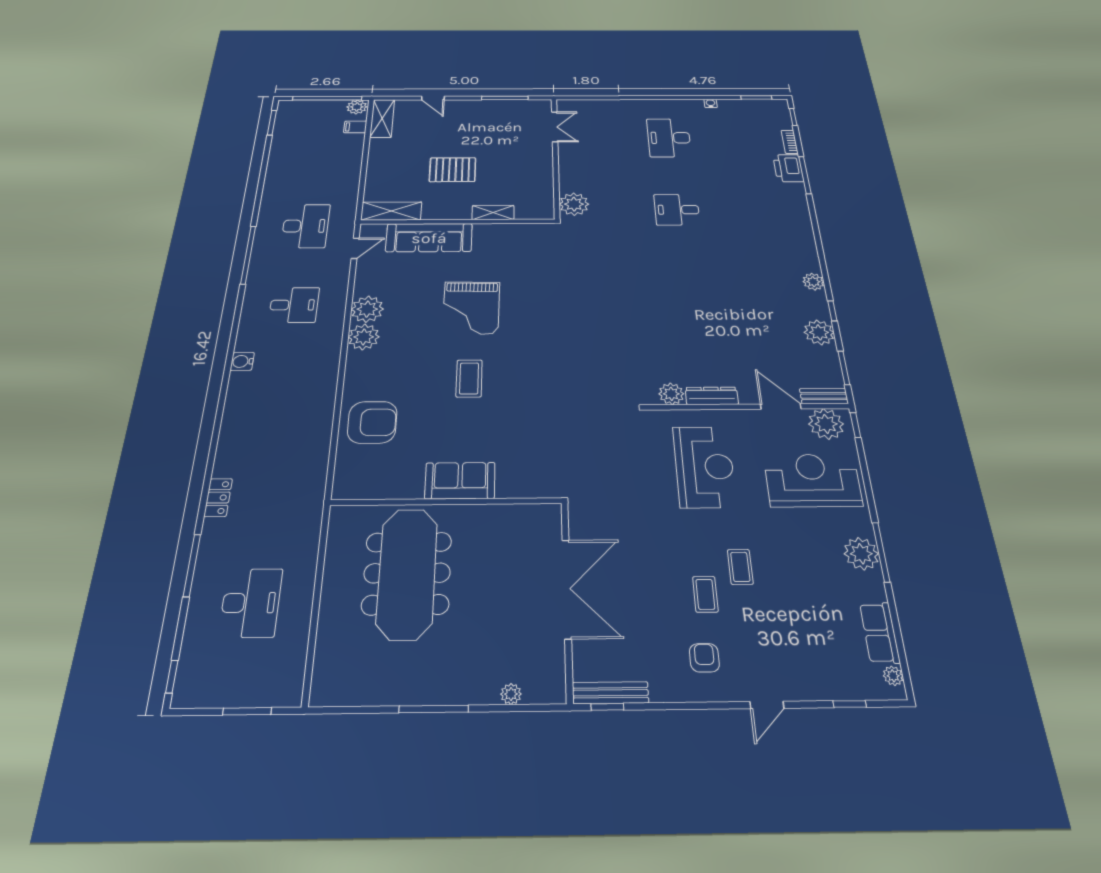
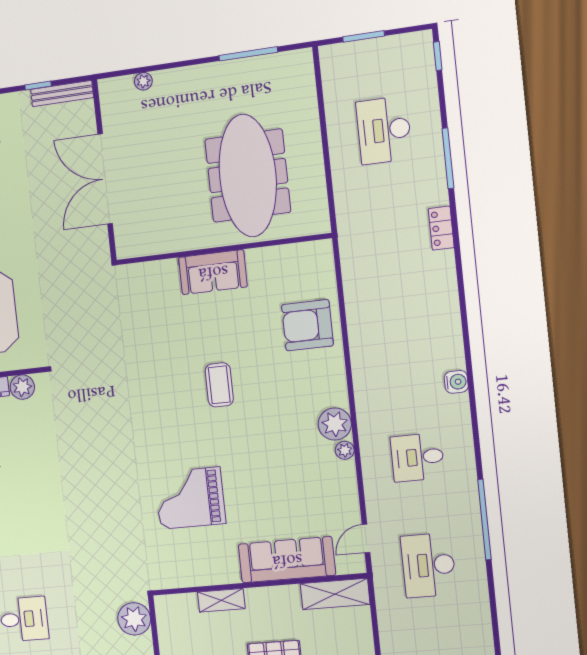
grand piano: (471, 308) -> (190, 498), moved, turned -91
plant: (367, 309) -> (345, 450), width x0.53, depth x0.53
window: (607, 707) -> (38, 85), moved
window: (434, 709) -> (248, 54), moved

